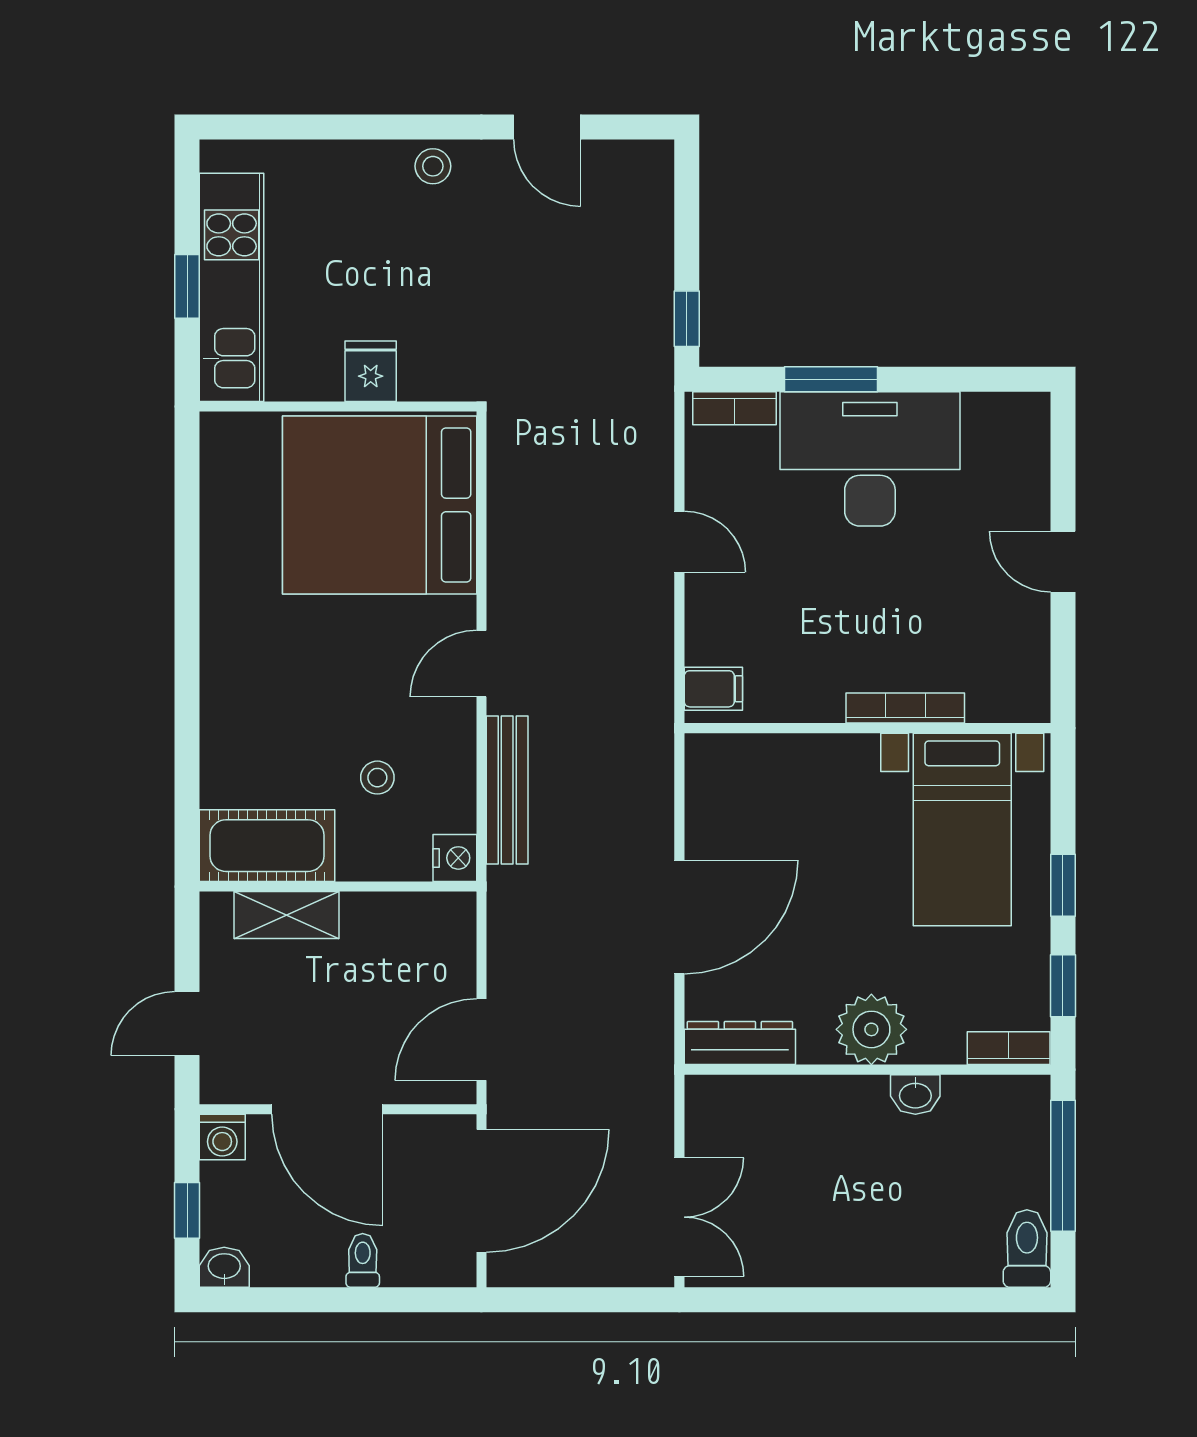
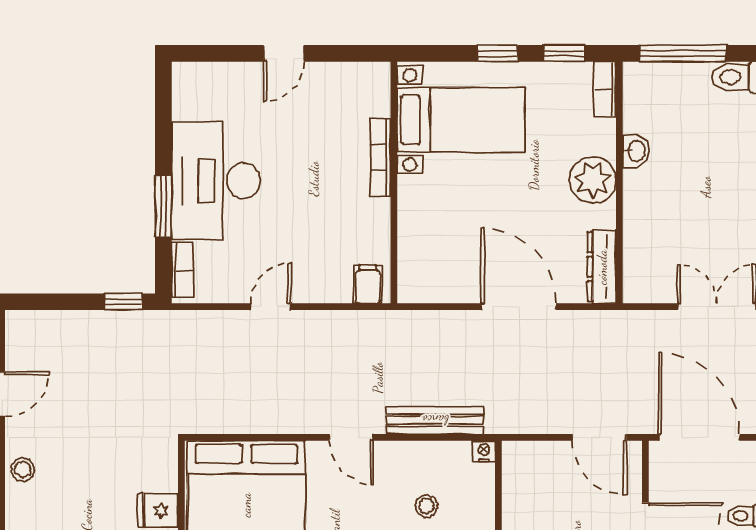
nightstand: (455, 858) -> (484, 451), width x0.72, depth x0.74

